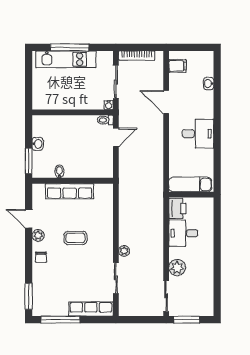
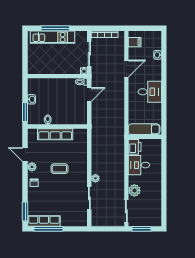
door: (166, 102) -> (126, 69), swing flipped
row of seats: (91, 309) -> (44, 221), moved

